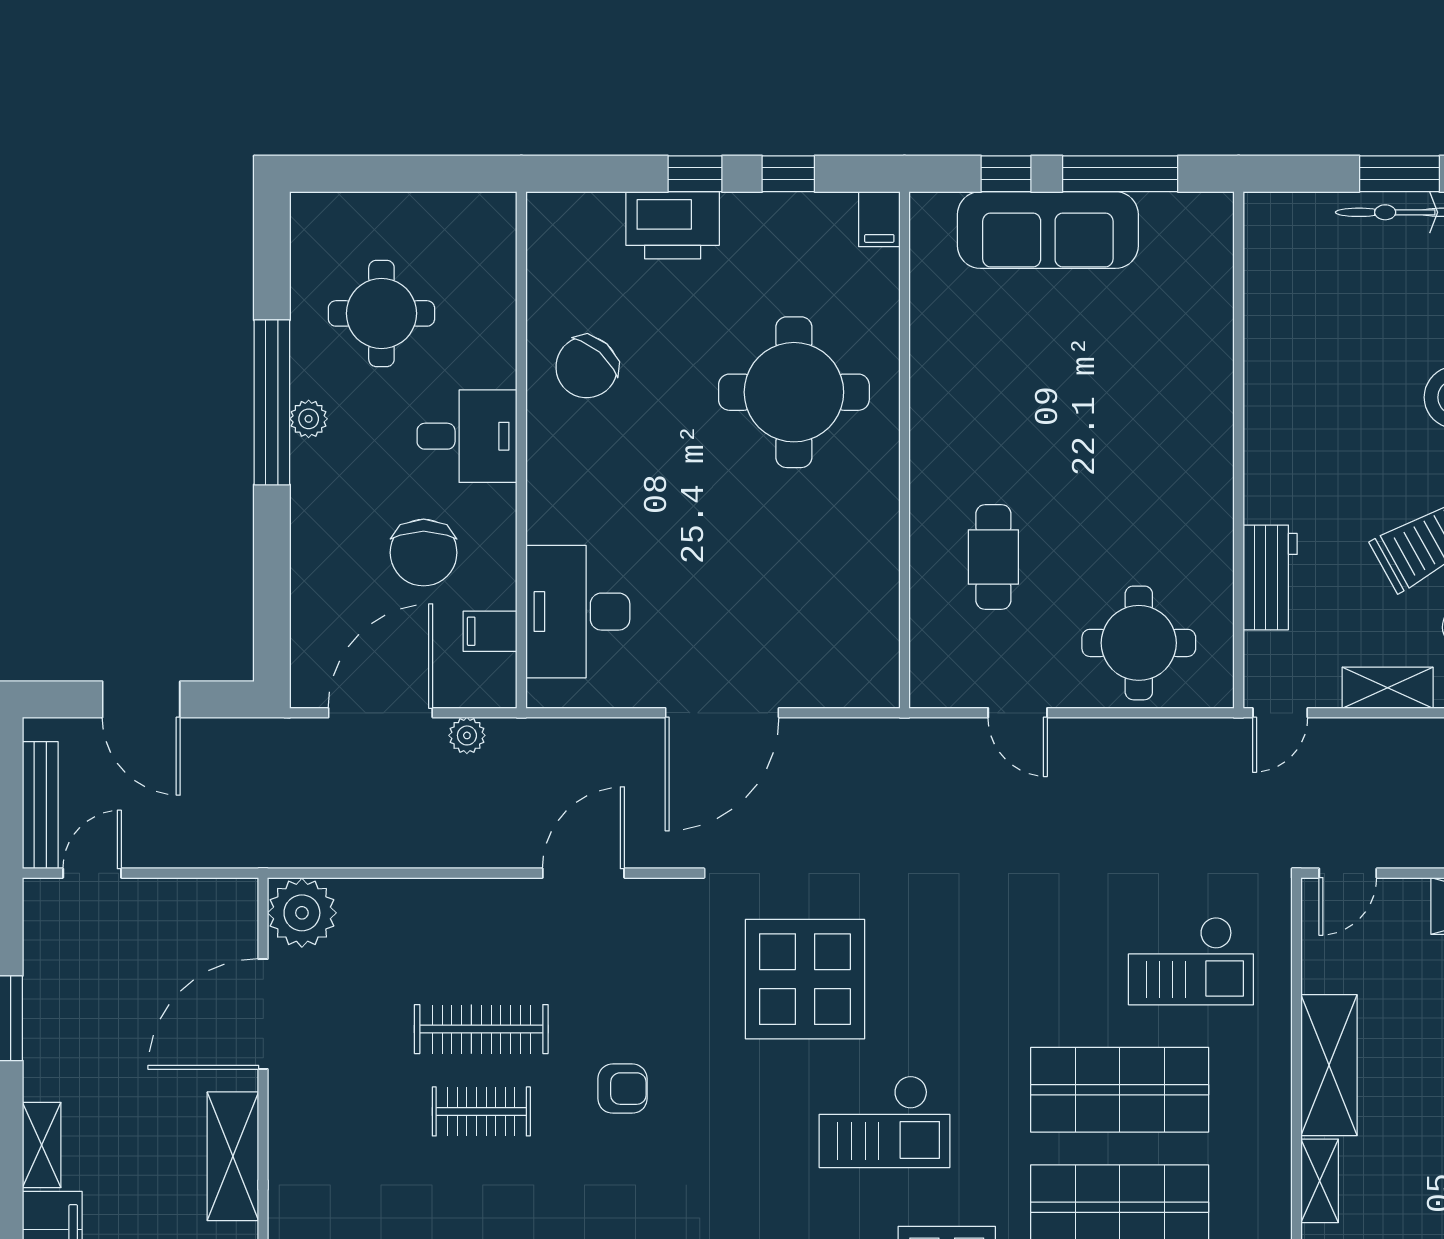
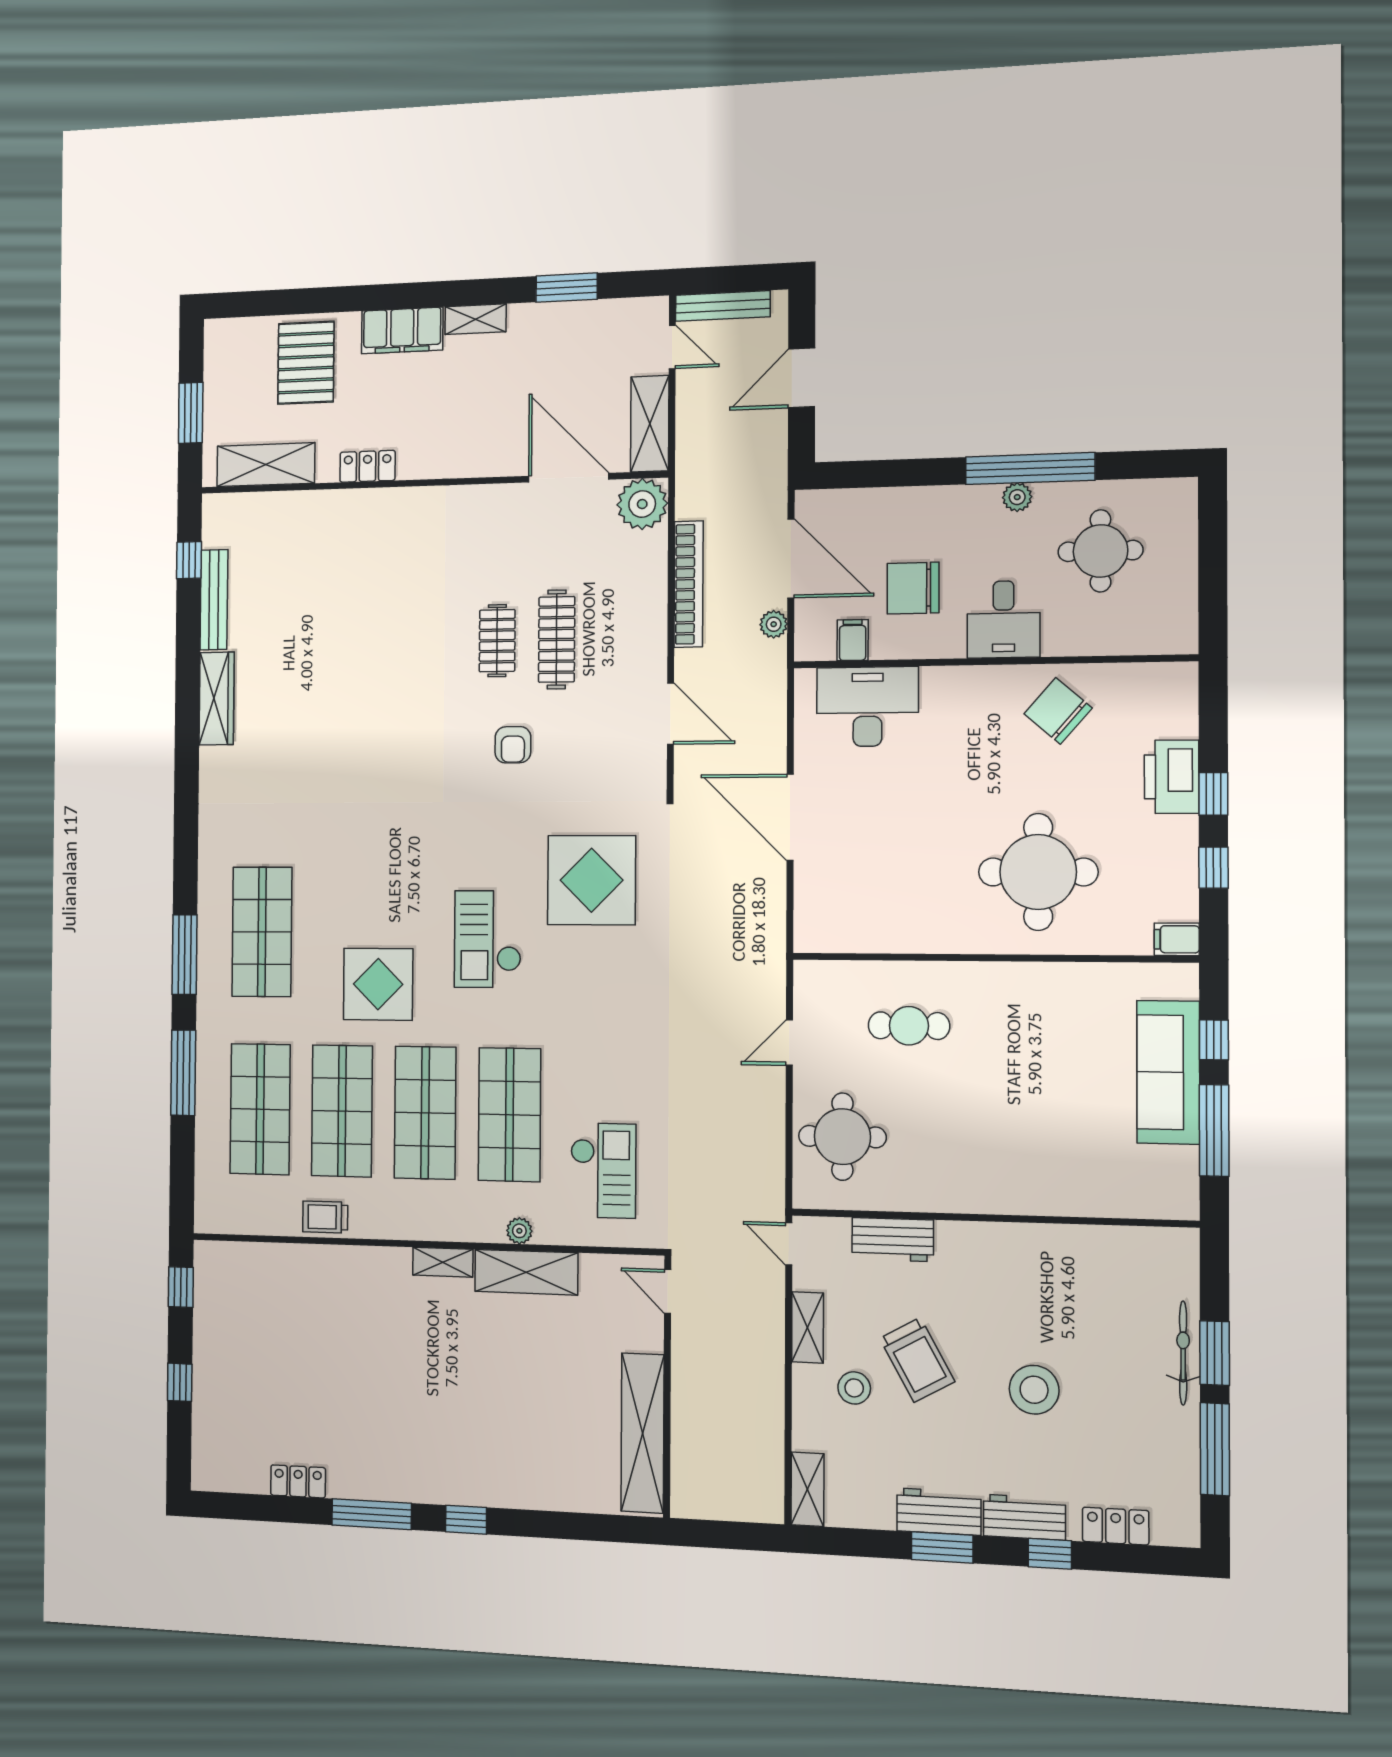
bookcase: (411, 850) -> (689, 584), added
checkout: (1191, 961) -> (603, 1170), turned 180
plant: (1274, 1075) -> (519, 1231), added
shelving: (233, 1156) -> (650, 424), moved, turned 90

